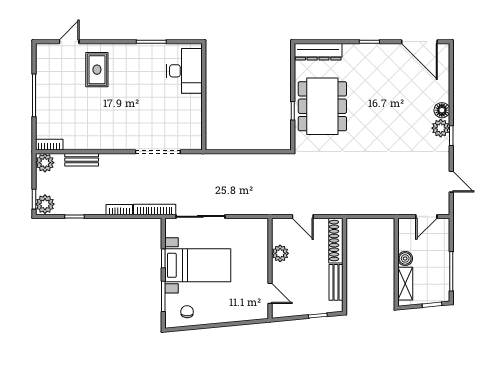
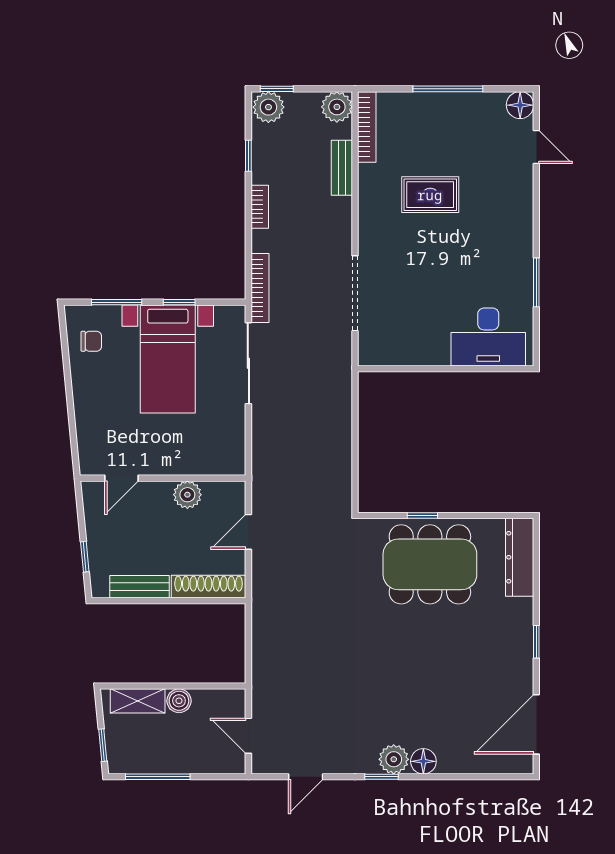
floor lamp: (44, 52) -> (520, 105), added
rug: (97, 70) -> (430, 195), moved
bookcase: (49, 145) -> (367, 127), width x1.56
bookcase: (119, 210) -> (260, 207), moved

